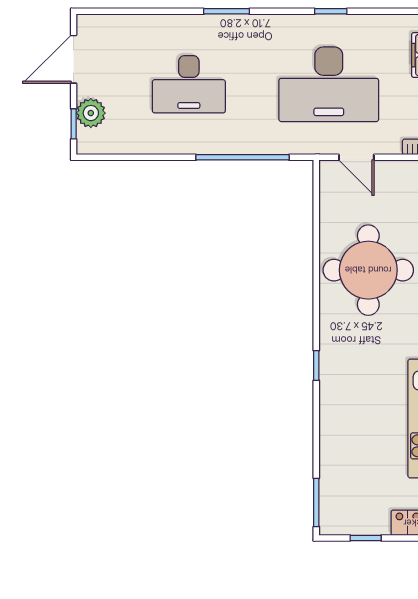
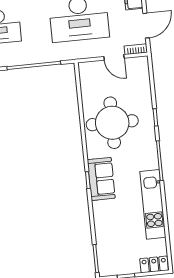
door: (356, 157) -> (114, 57), moved
sofa: (340, 366) -> (101, 179), added

